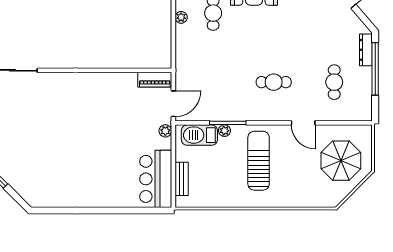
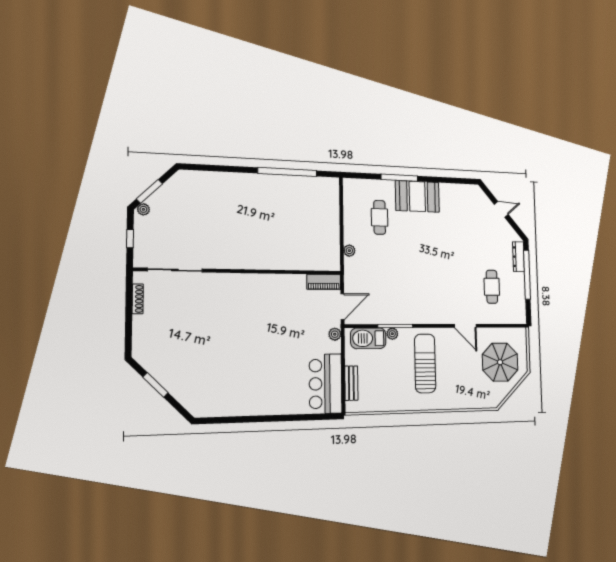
plant: (181, 17) -> (349, 251), moved
cafe table: (274, 82) -> (437, 286), removed

